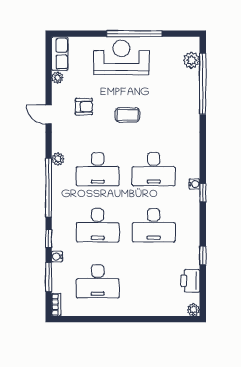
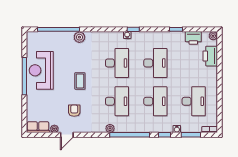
reception desk: (121, 57) -> (41, 70), moved
plant: (191, 60) -> (79, 37), moved
door: (49, 114) -> (67, 135), moved
printer: (164, 306) -> (210, 56), added

